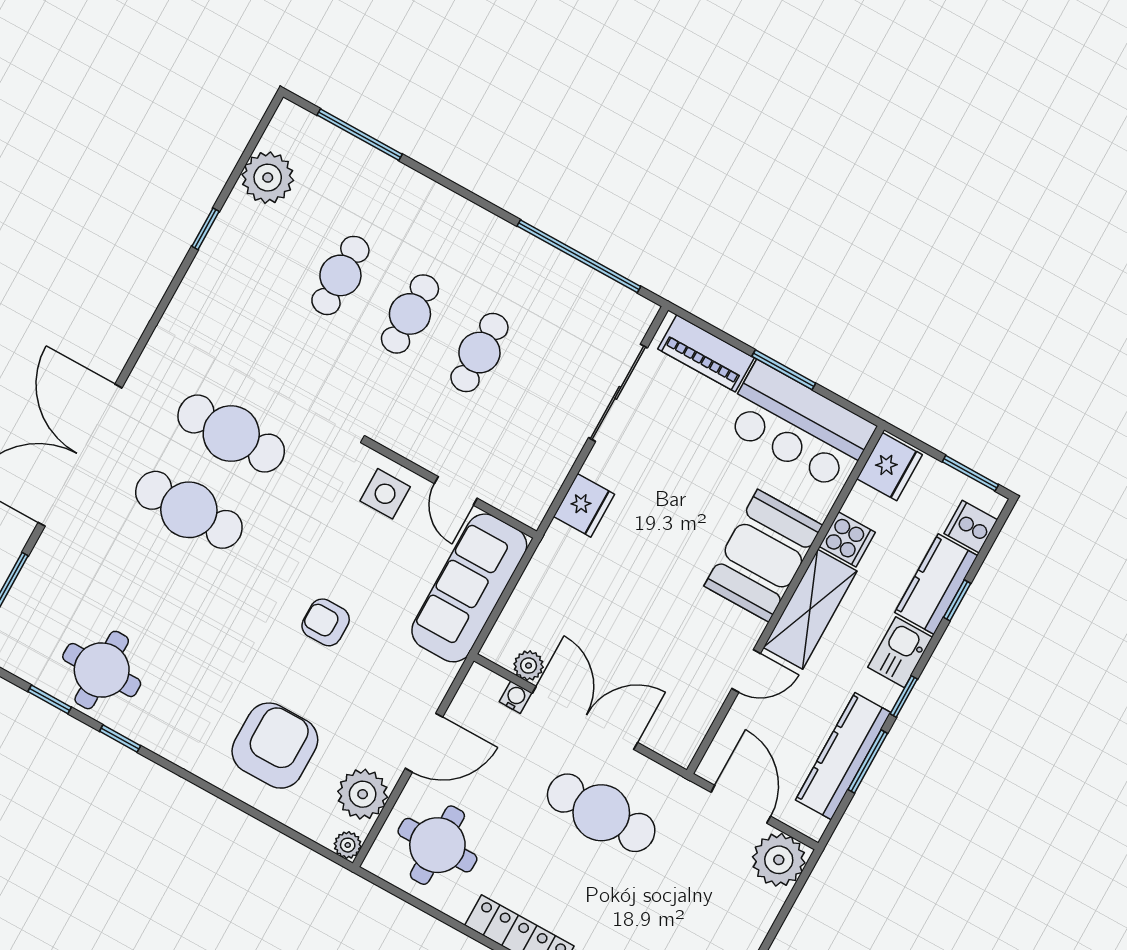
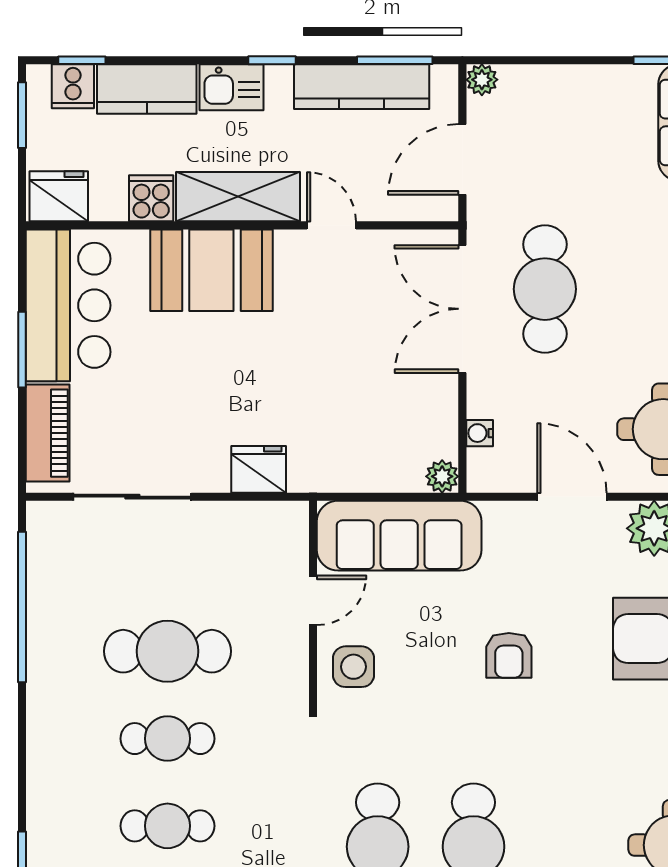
cafe table: (479, 353) -> (167, 651), width x1.37, depth x1.35
window: (957, 600) -> (82, 60), moved
plant: (529, 666) -> (442, 476), moved
double door: (585, 718) -> (462, 309), moved
window: (868, 761) -> (395, 60), moved
plant: (779, 860) -> (482, 80), width x0.53, depth x0.53

